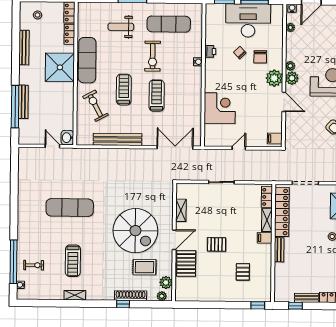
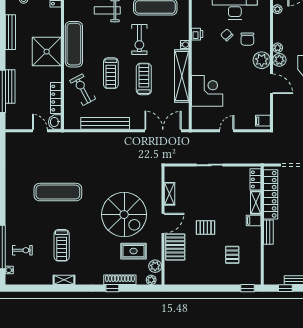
locker: (69, 34) -> (56, 98), moved, width x1.53
treadmill: (124, 90) -> (111, 73), turned 180
shelving: (194, 93) -> (182, 76), added

